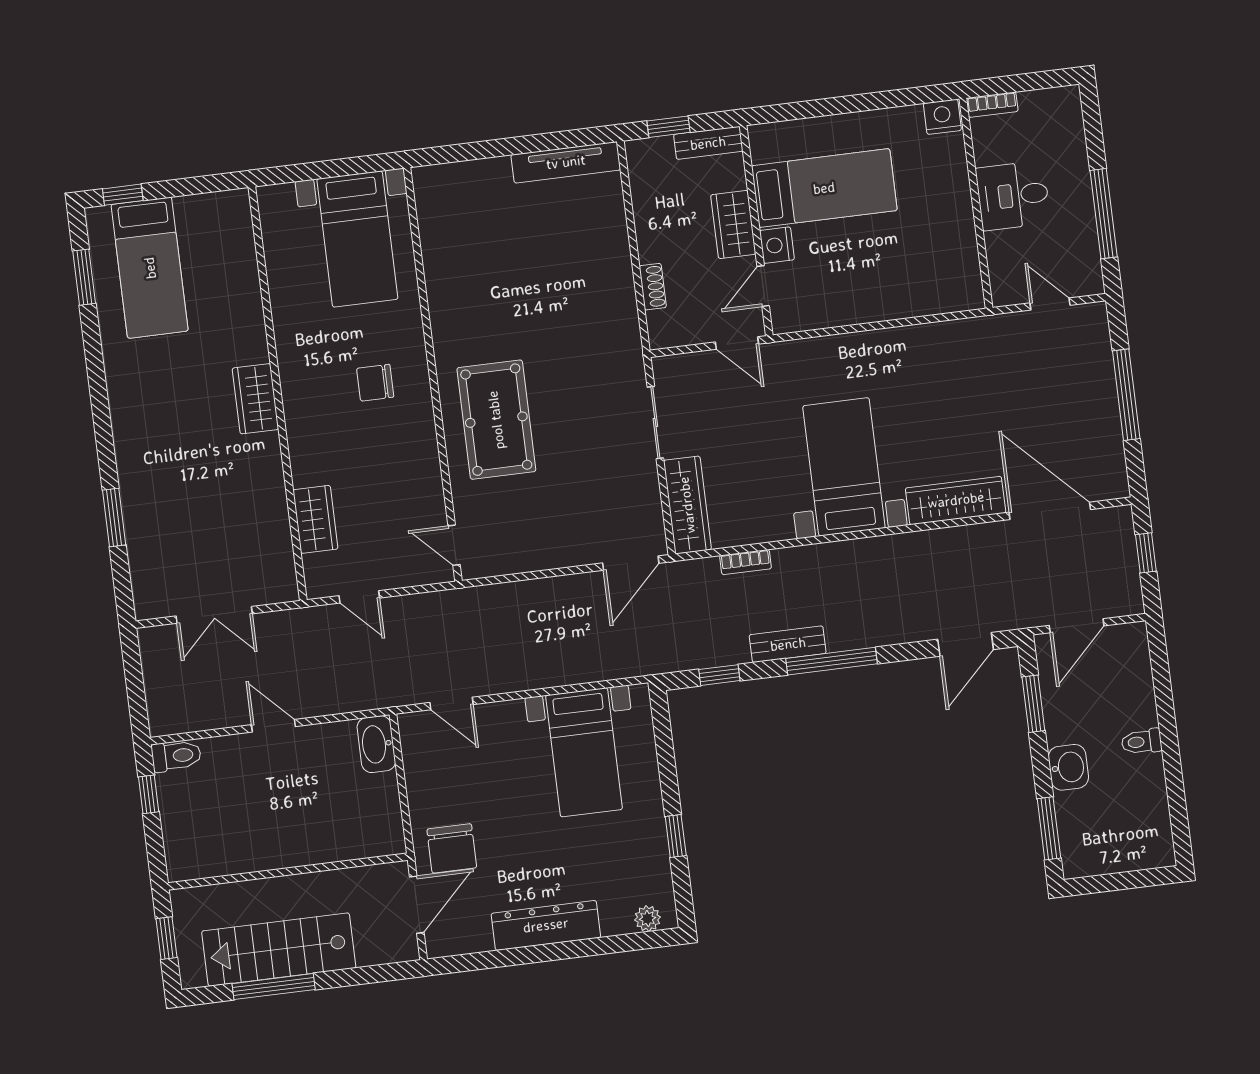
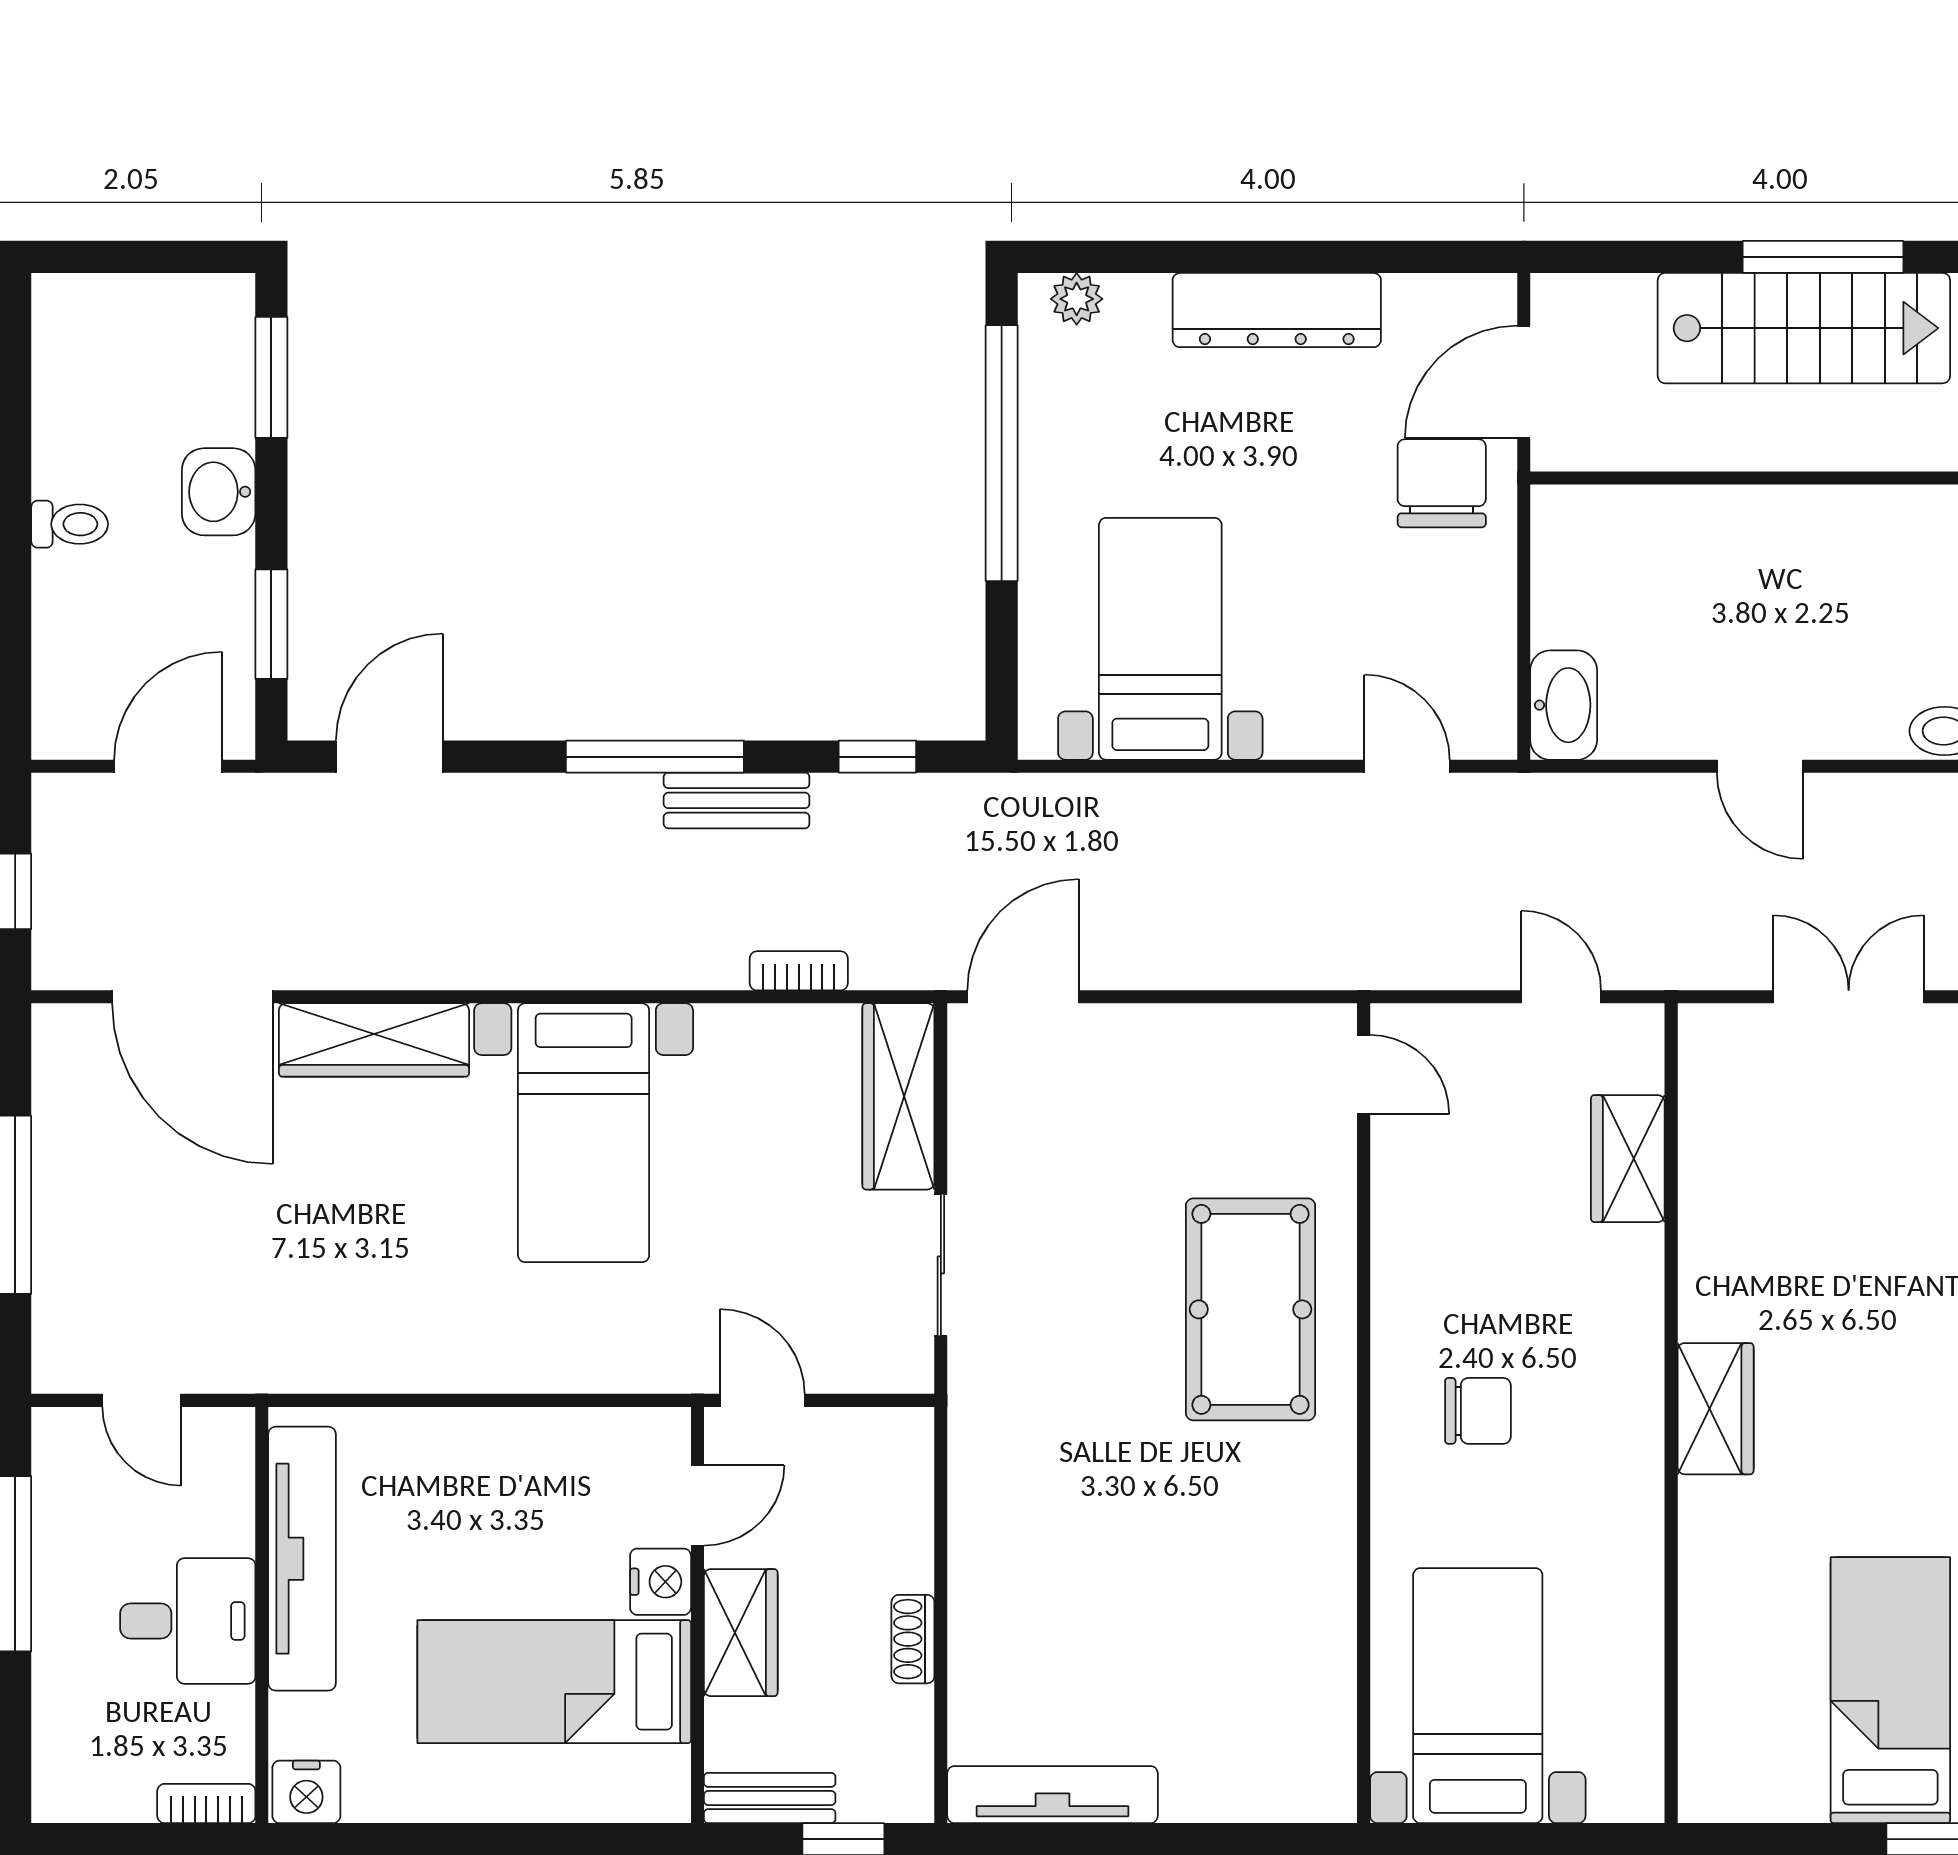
tv unit: (959, 234) -> (302, 1559), added
shoe rack: (653, 287) -> (913, 1639), moved
window: (676, 836) -> (1002, 453), width x3.17

